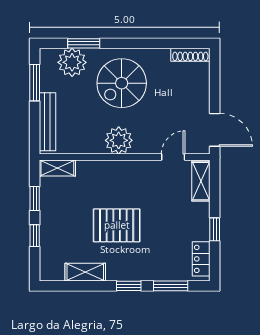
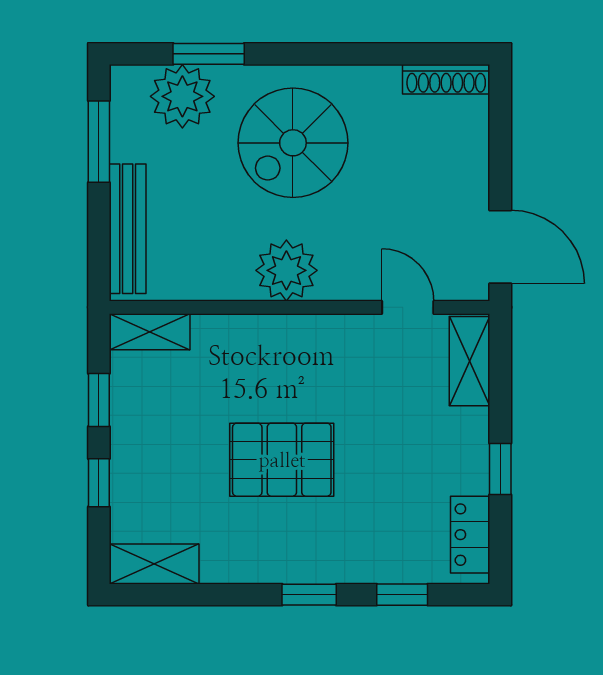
door: (173, 157) -> (408, 307), hinge flipped
shelving: (85, 272) -> (154, 564), moved
window: (171, 286) -> (402, 595), width x0.67

